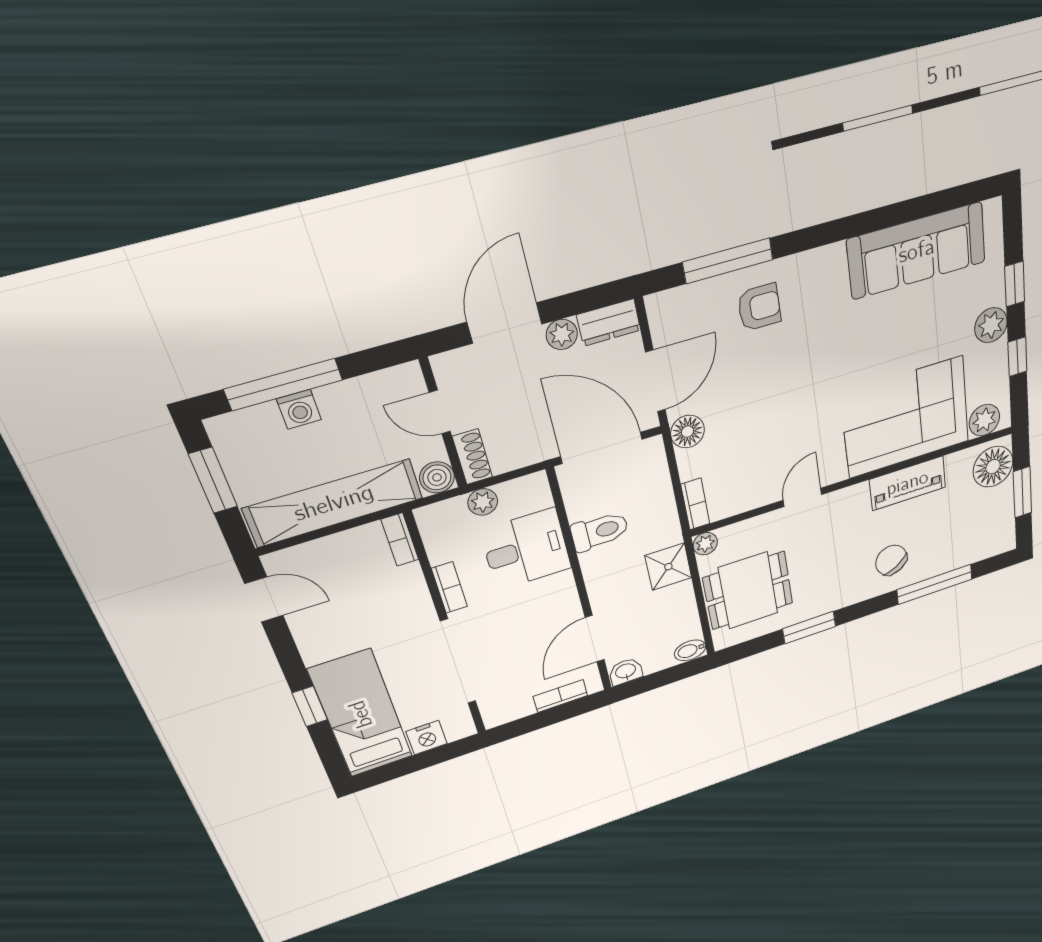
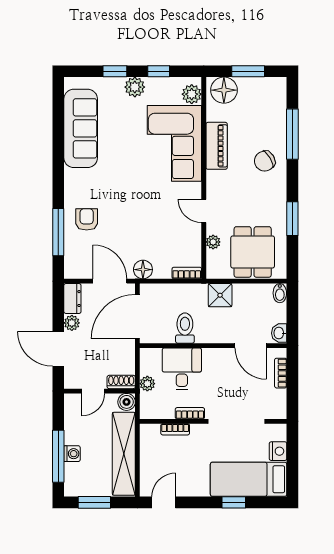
bookcase: (400, 540) -> (175, 429), moved
plant: (705, 544) -> (213, 242), moved

